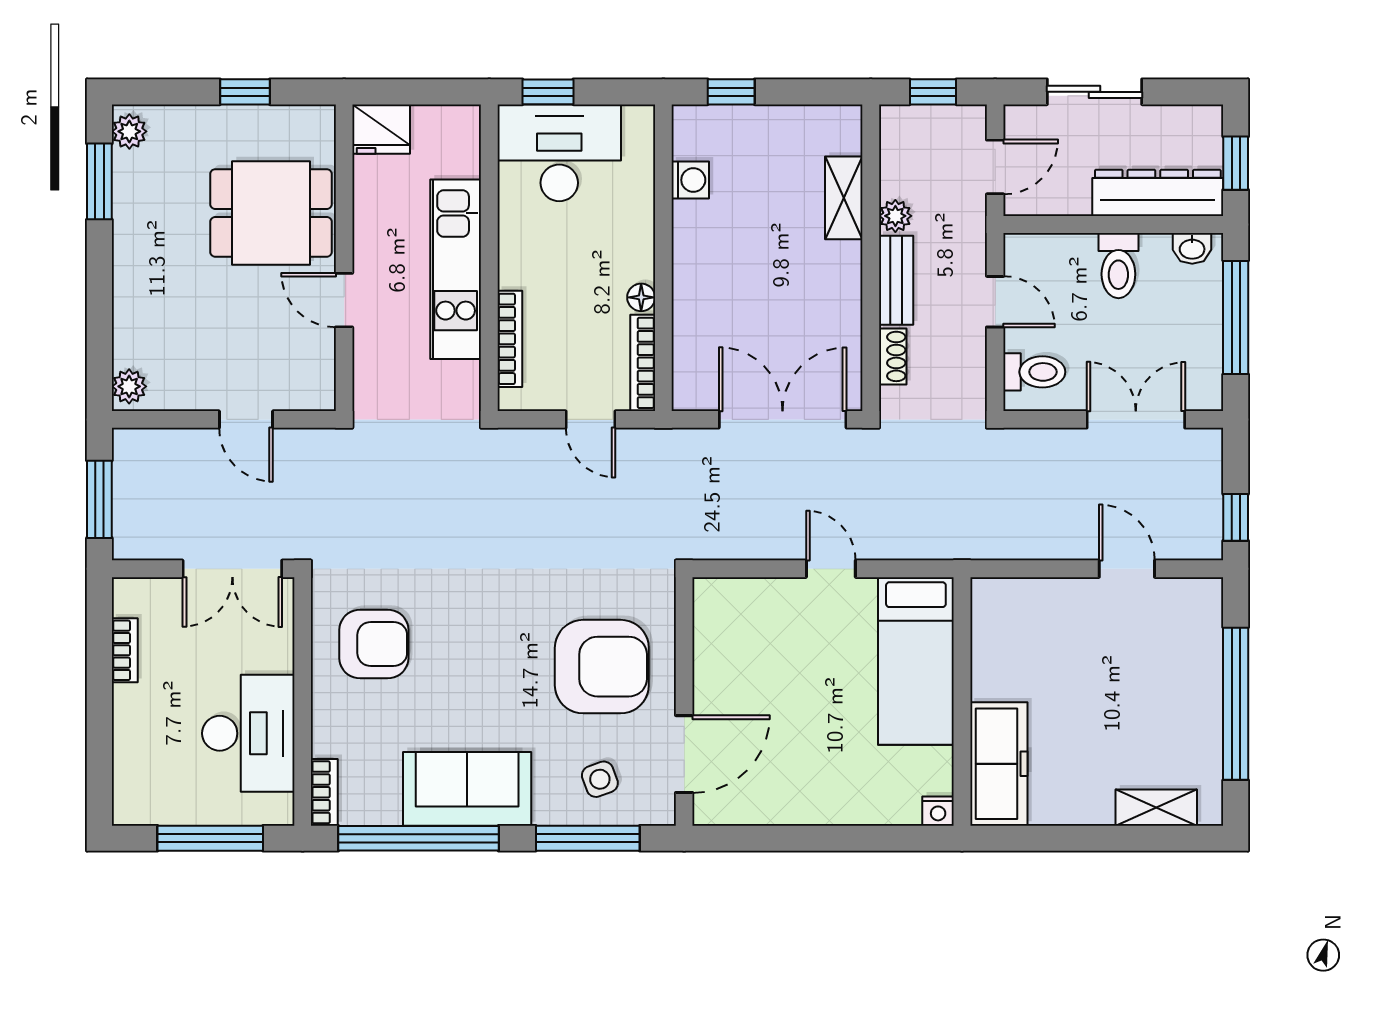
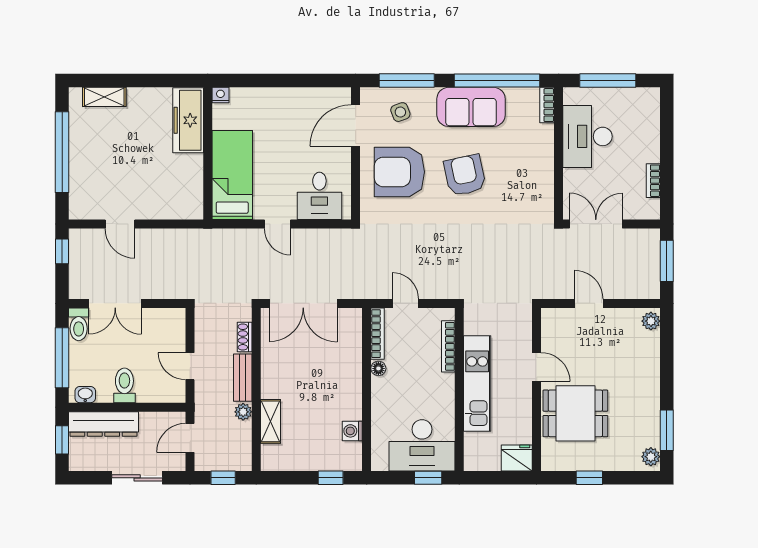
toilet: (1034, 372) -> (79, 324), moved, turned -90
desk: (752, 622) -> (319, 196), added
armchair: (374, 644) -> (465, 175), moved, turned 78

